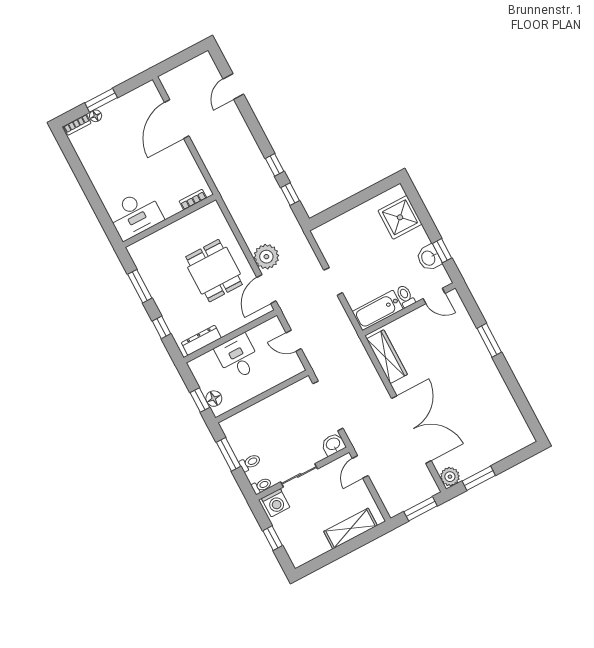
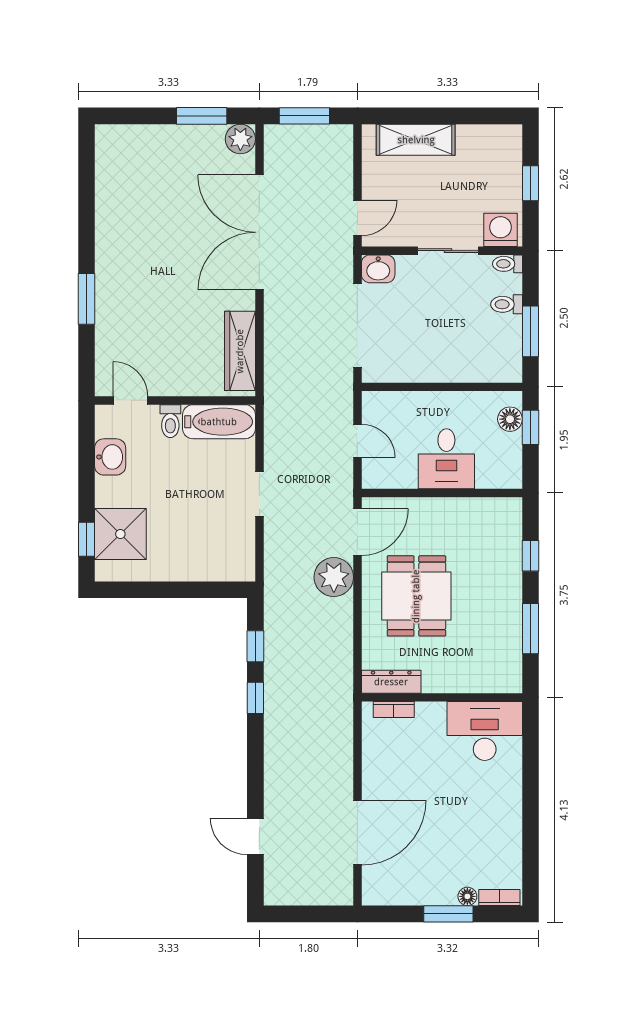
door: (233, 87) -> (255, 836), swing flipped
window: (442, 251) -> (86, 539), moved
dresser: (201, 340) -> (391, 682), moved, turned 180

